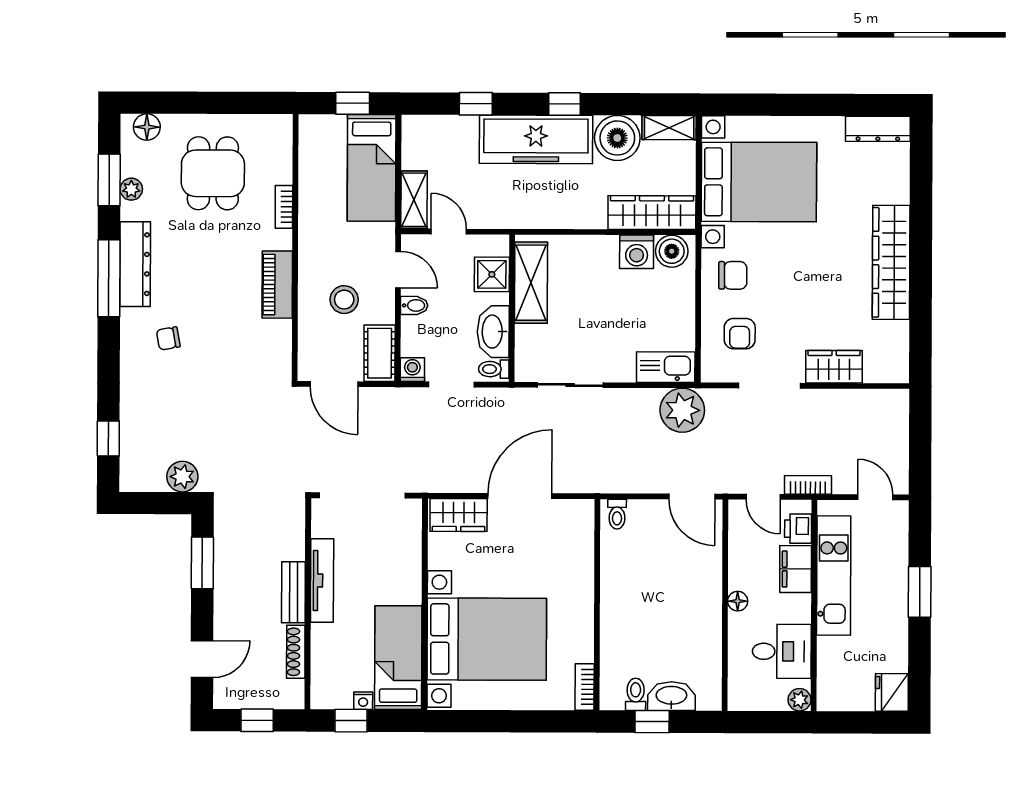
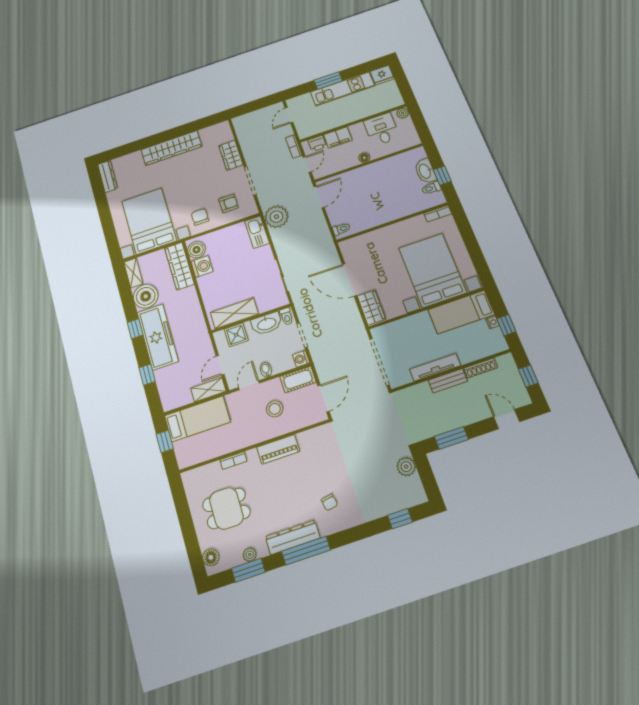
kitchen unit: (834, 575) -> (342, 89), moved, turned 180

